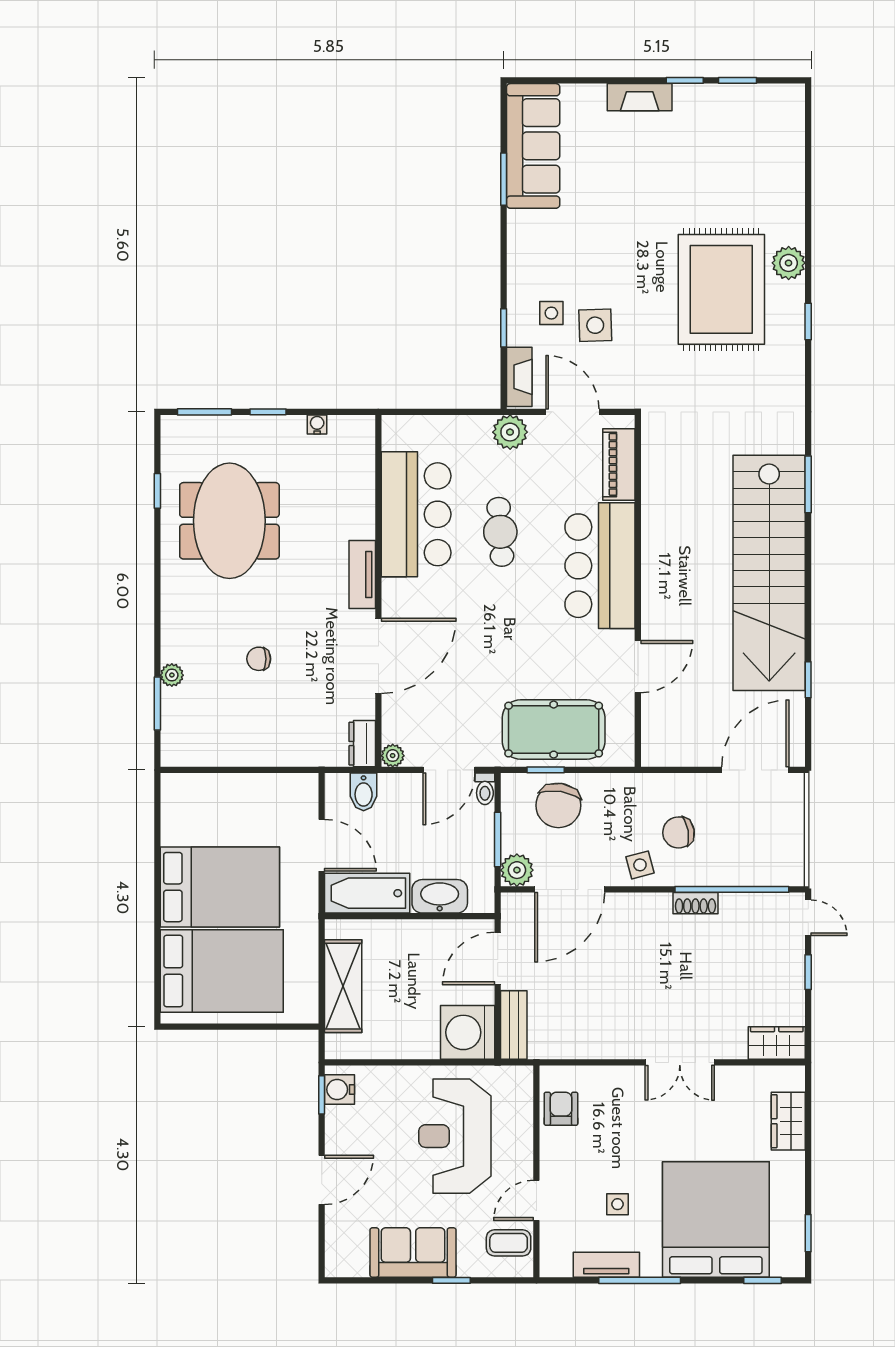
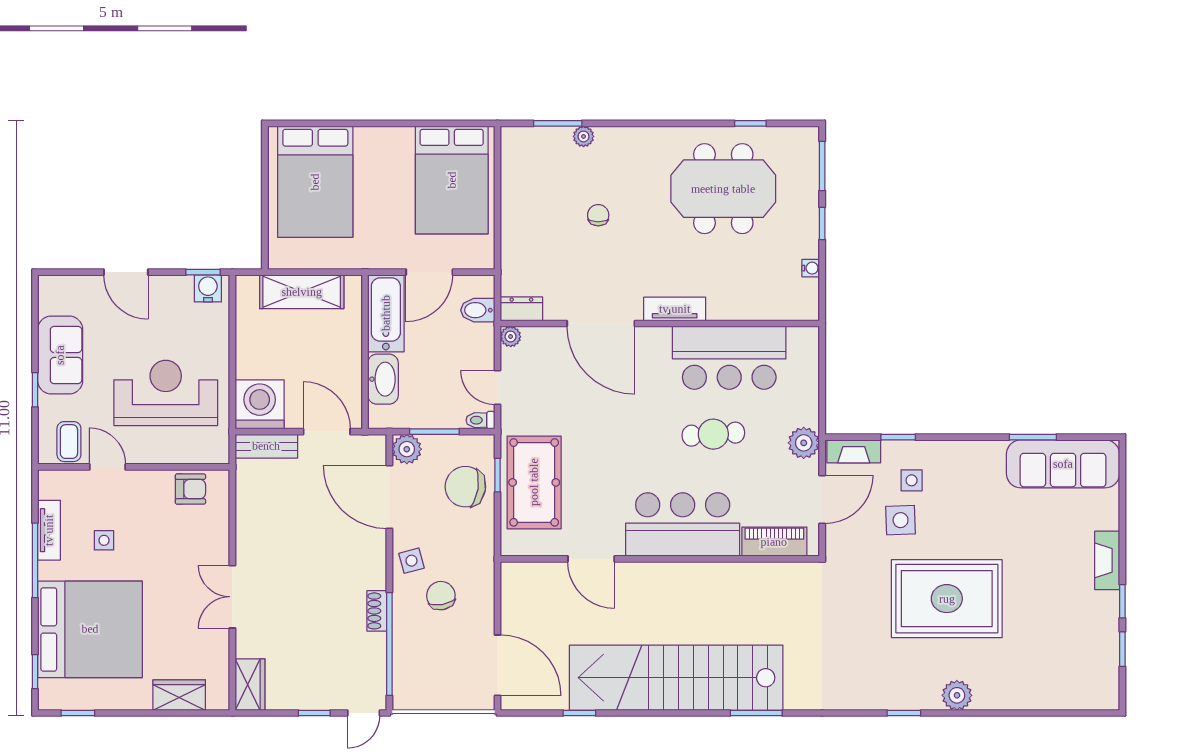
rug: (721, 289) -> (947, 599), moved
door: (449, 770) -> (498, 388), width x0.73
bed: (220, 887) -> (452, 180), moved

